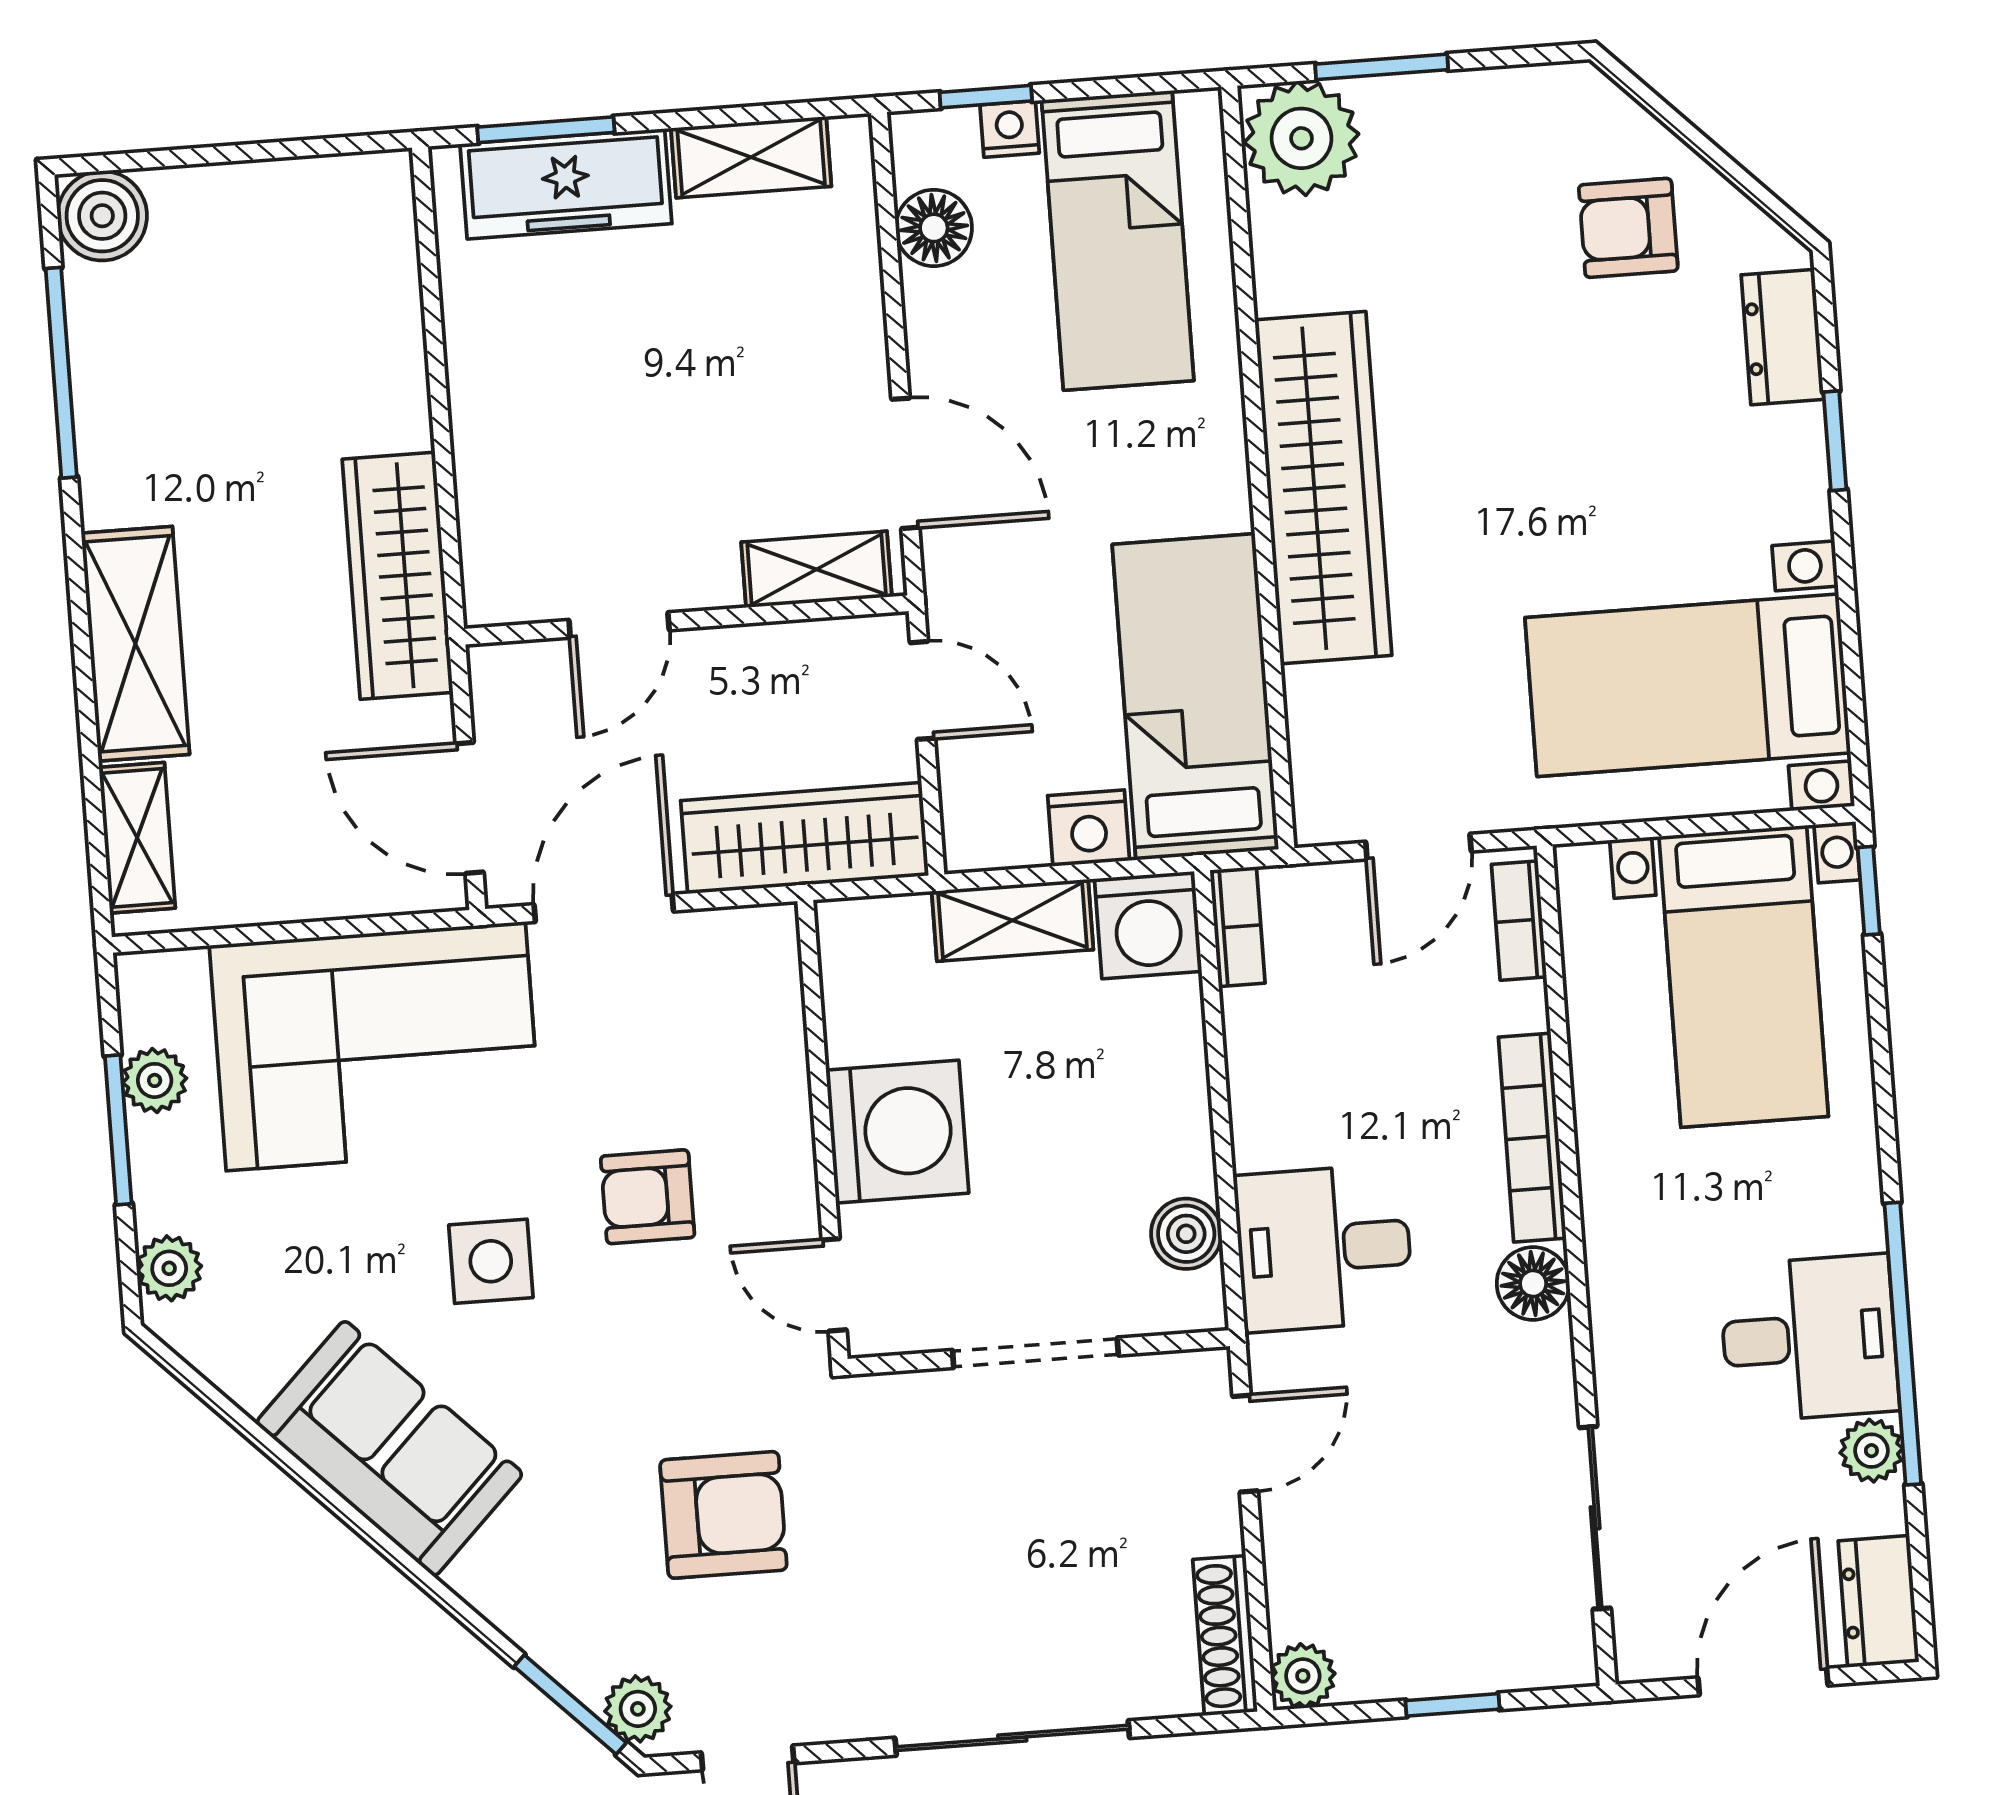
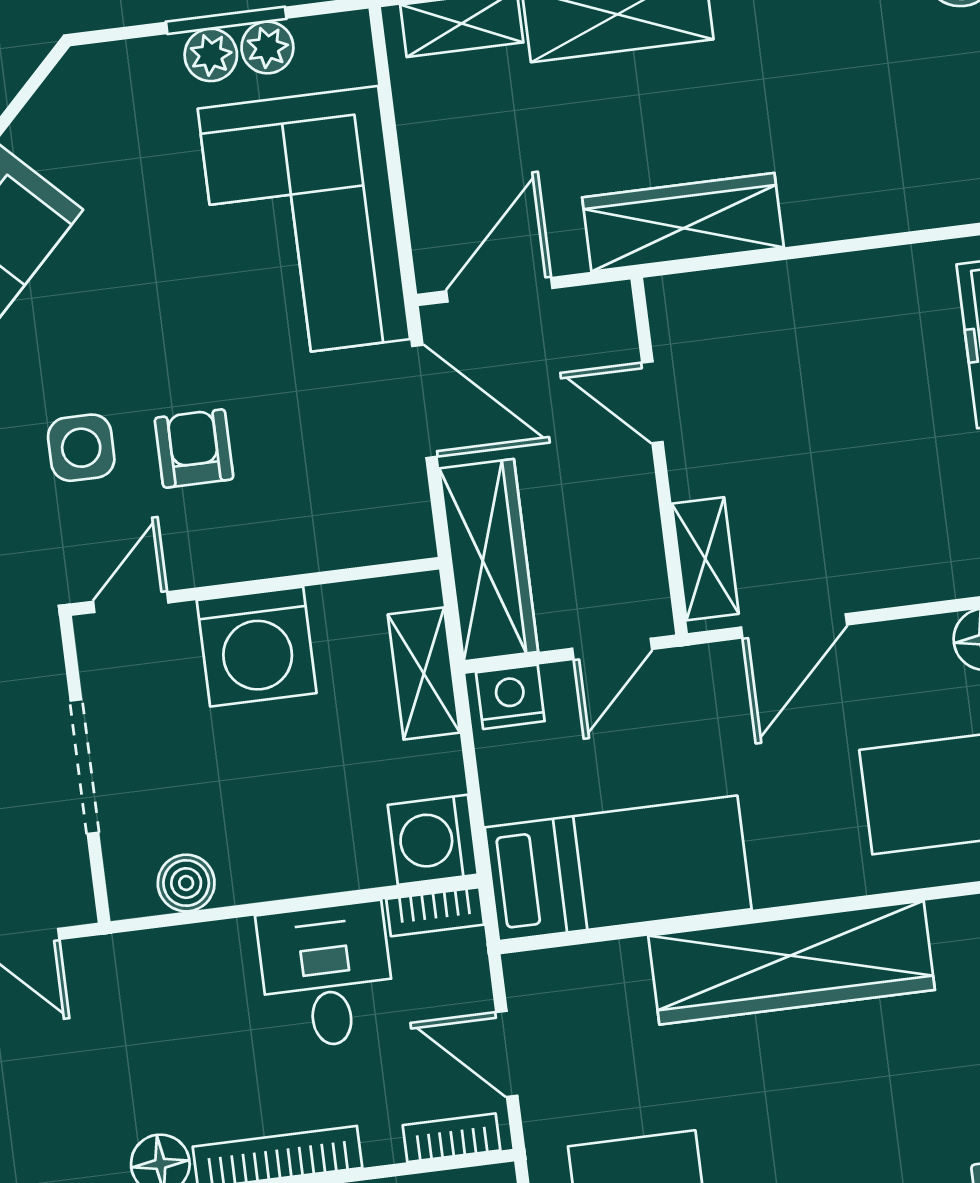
nightstand: (1089, 828) -> (510, 697), moved, turned 90
shelving: (1013, 920) -> (424, 673), moved
desk: (1324, 1248) -> (327, 976), moved
side table: (491, 1261) -> (81, 448), moved
plant: (169, 1268) -> (211, 55), moved

